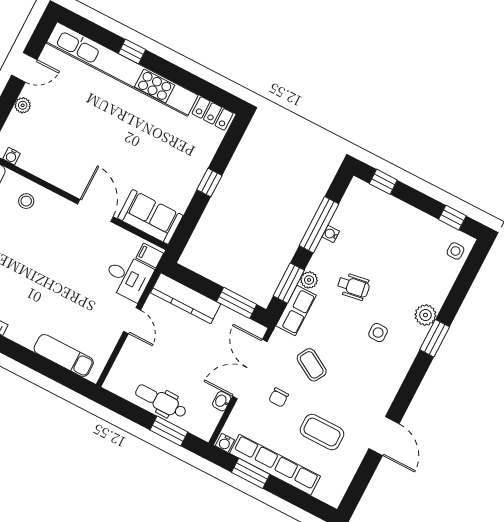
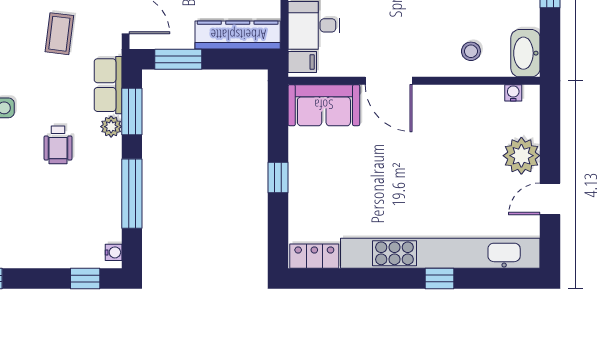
plant: (23, 105) -> (521, 156), width x1.87, depth x1.87
water cooler: (331, 234) -> (114, 252), moved
wheelchair: (353, 286) -> (58, 145), turned -81
coffee table: (312, 365) -> (59, 34), turned 67

